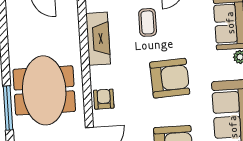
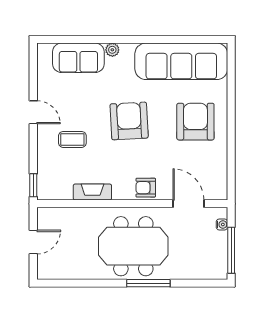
fireplace: (98, 39) -> (92, 192), width x0.73, depth x0.76

